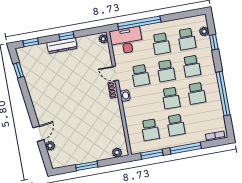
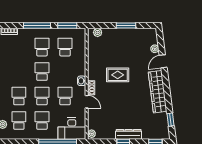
school desk: (197, 93) -> (19, 72), removed
wardrobe: (38, 99) -> (158, 92), added
rug: (86, 109) -> (118, 75), added

